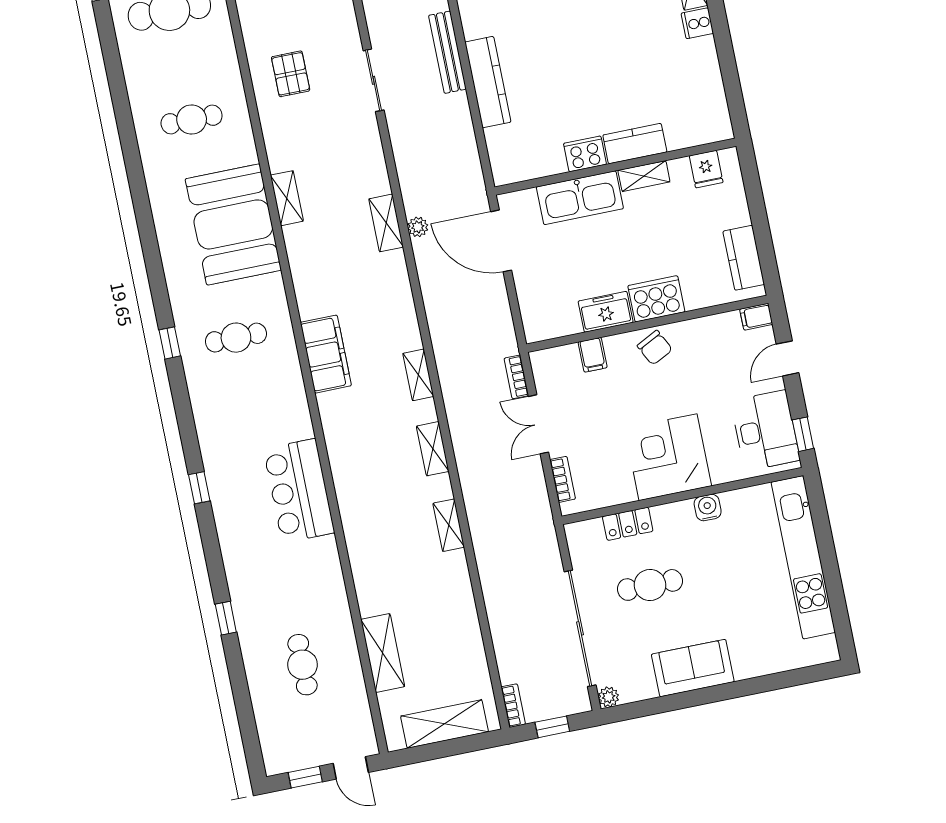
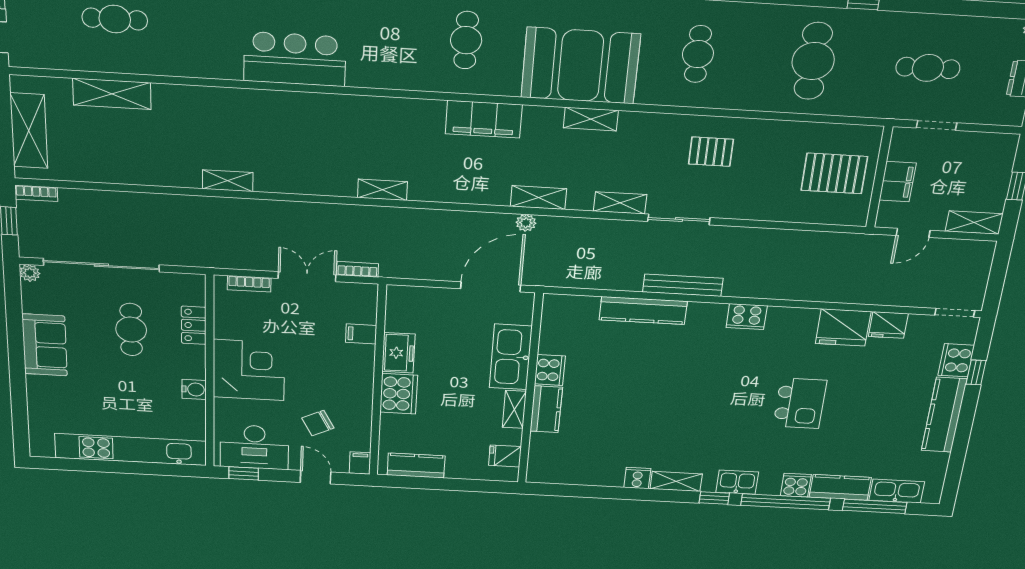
chair: (655, 348) -> (318, 423), moved
filing cabinet: (326, 354) -> (484, 119), moved
shelving: (433, 449) -> (620, 203), moved

